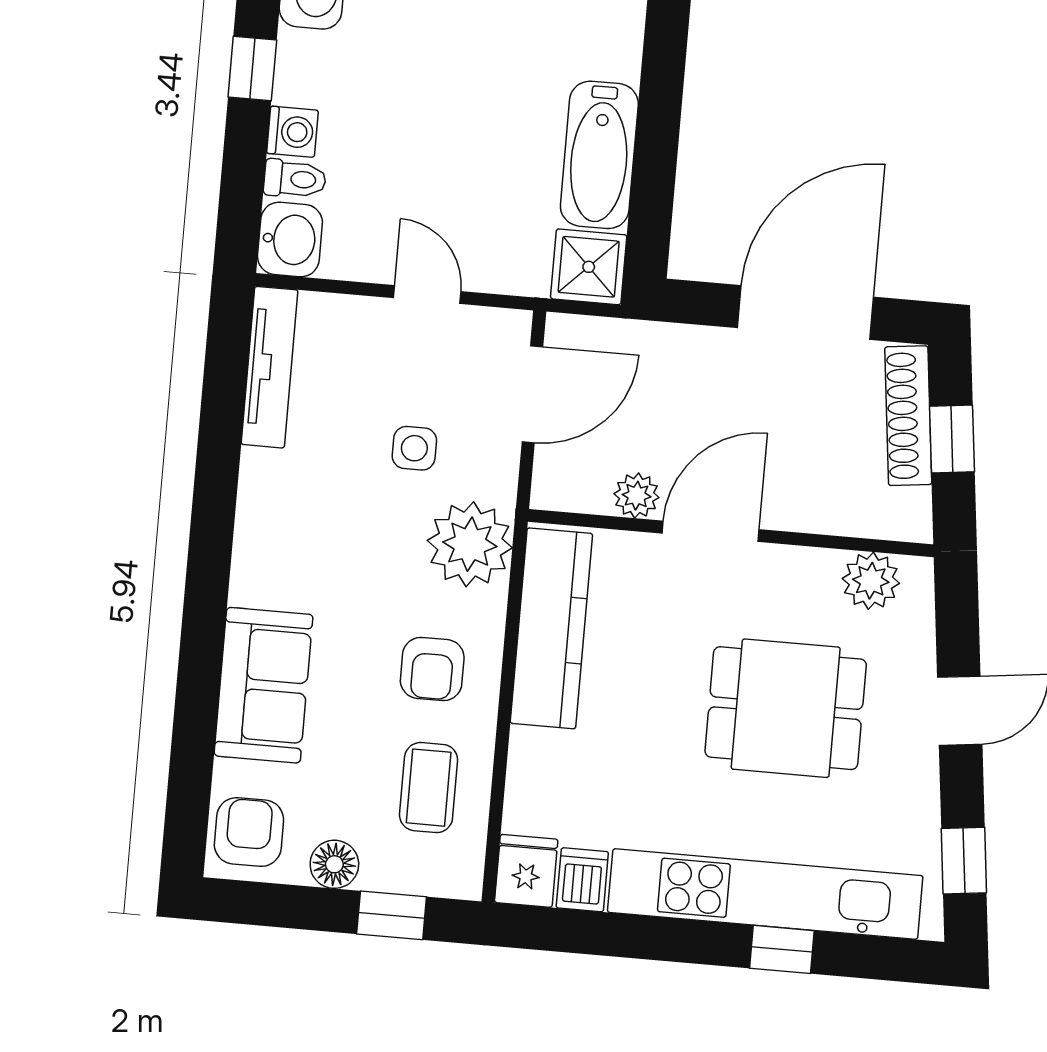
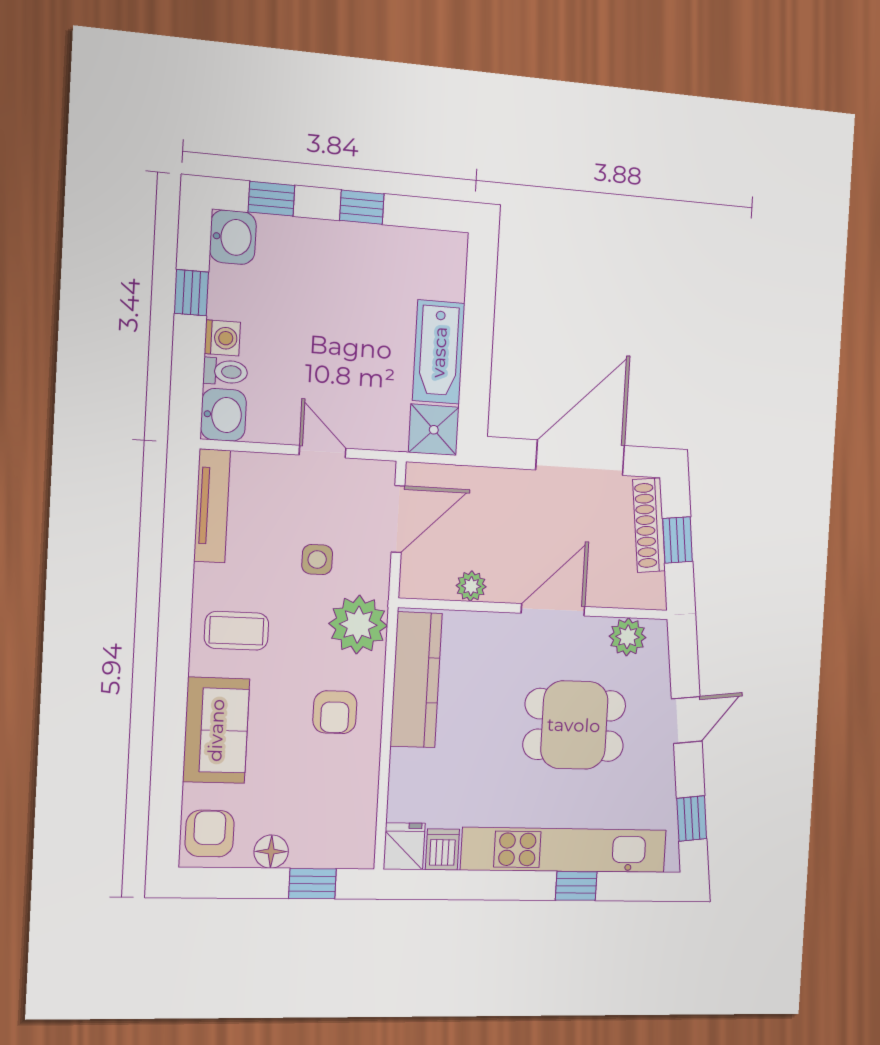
door: (711, 531) -> (553, 610), moved
coffee table: (429, 788) -> (236, 631), moved, turned 90

